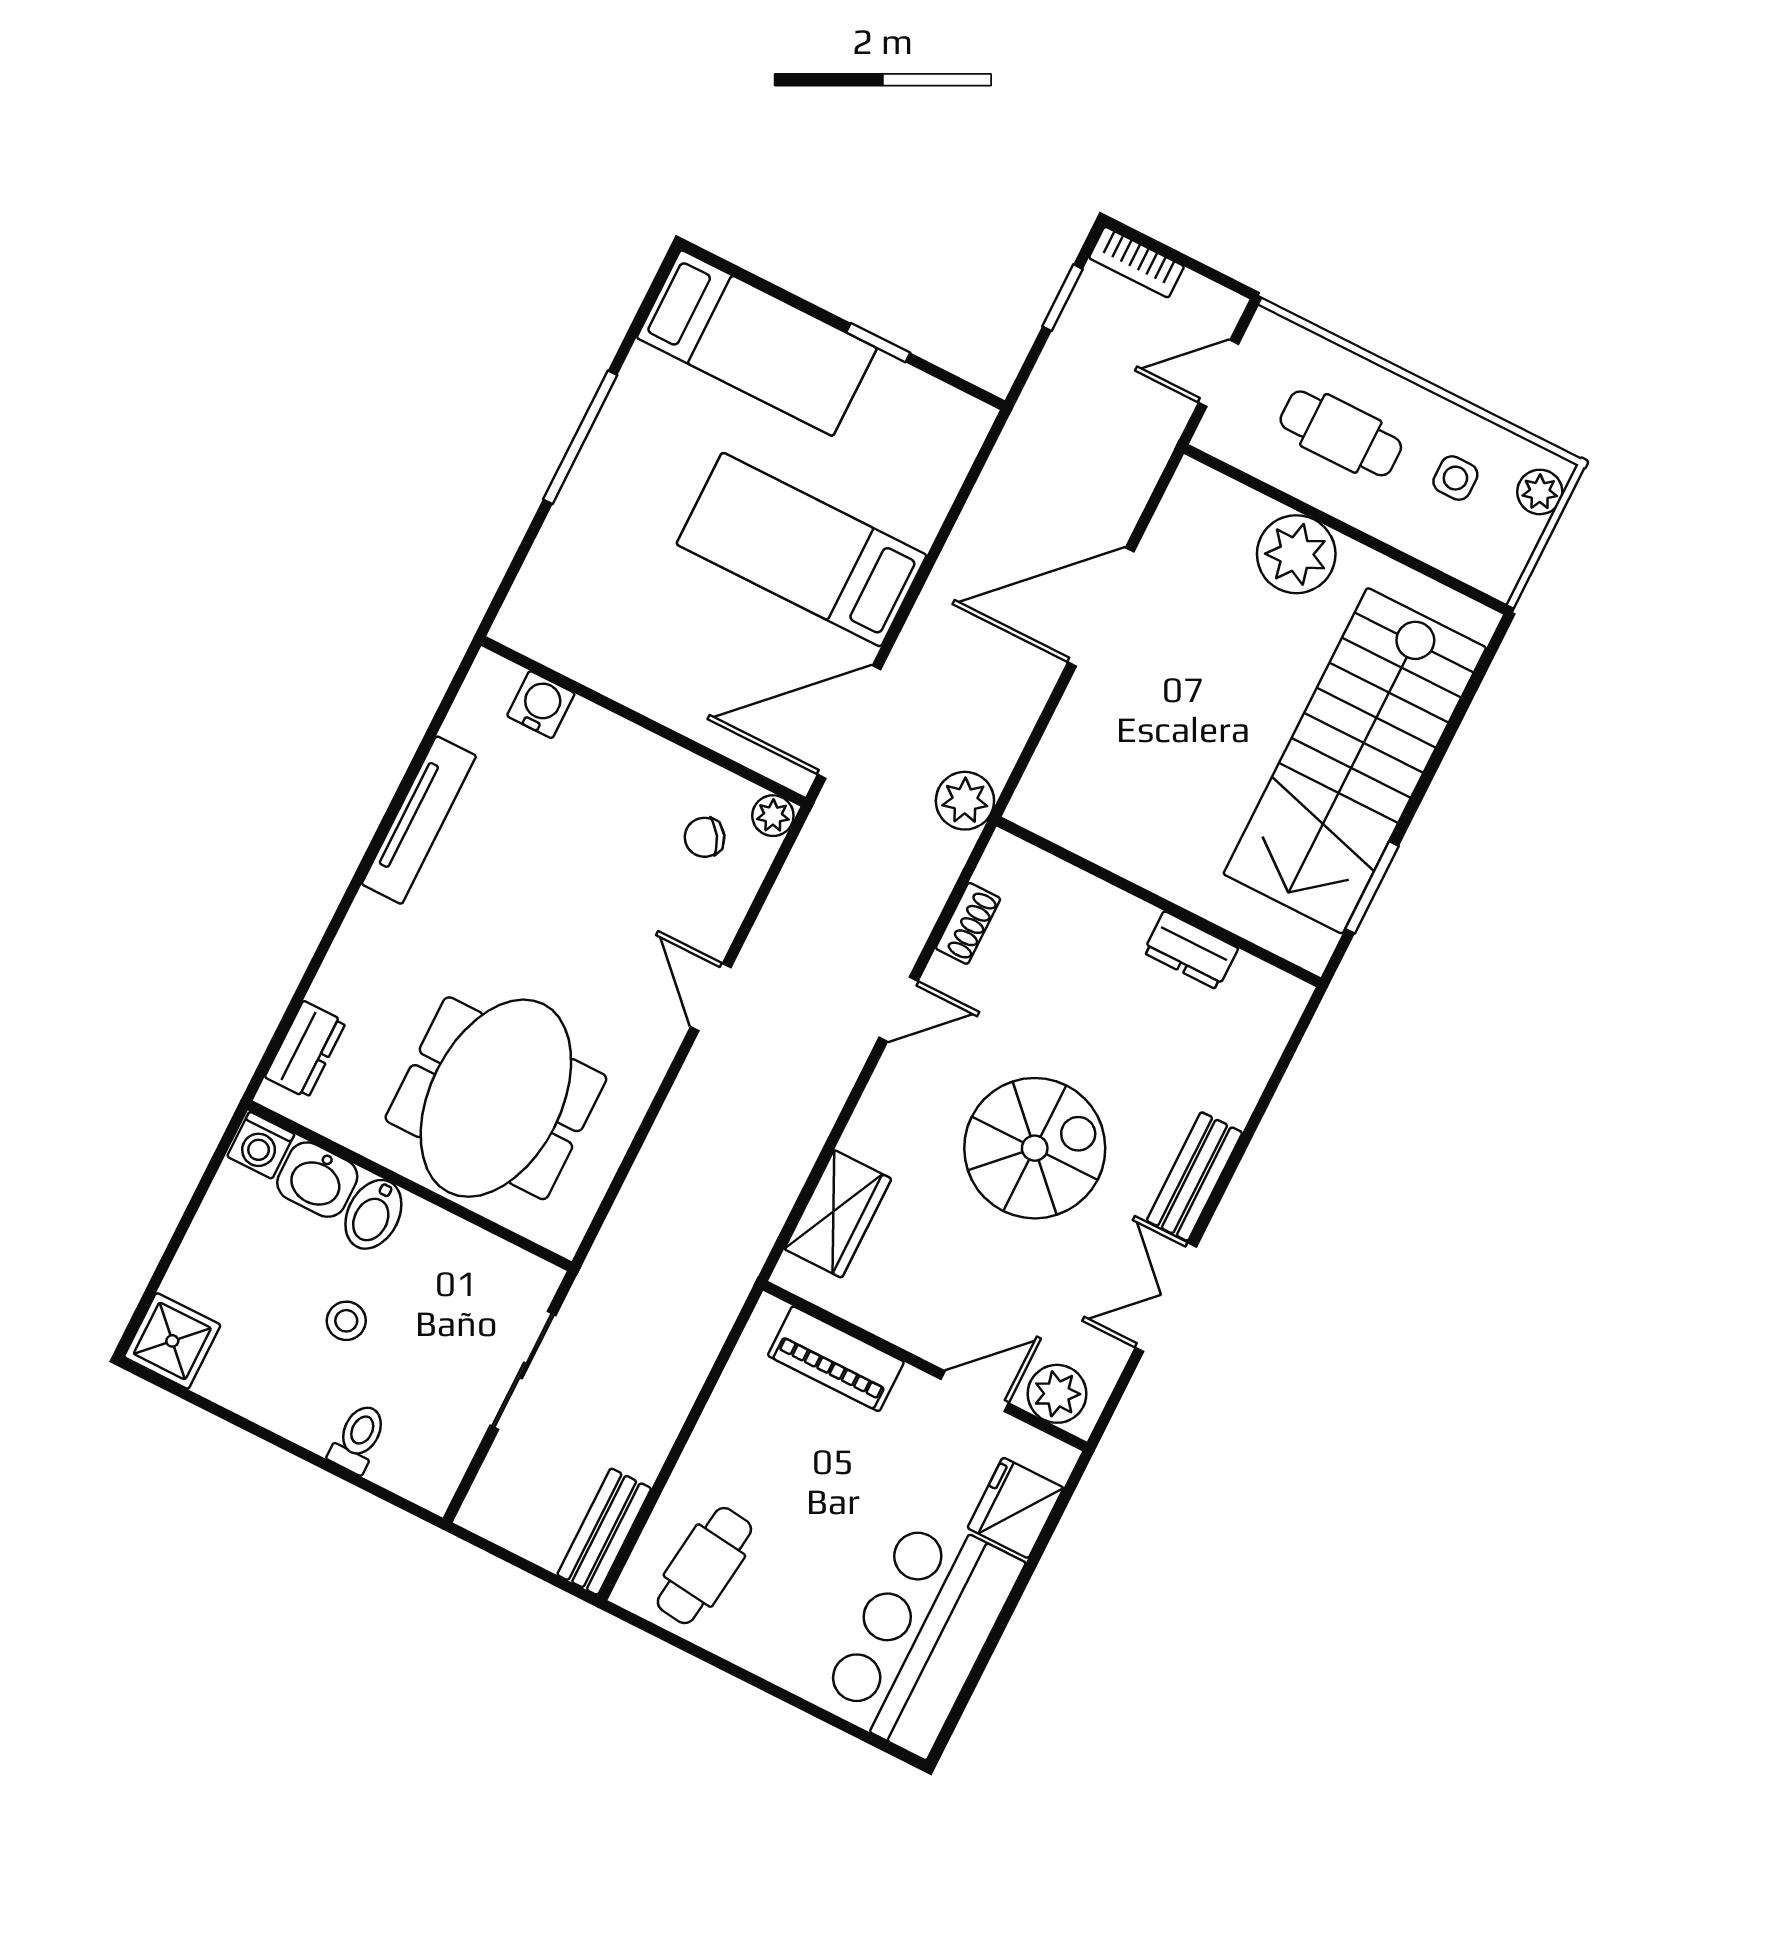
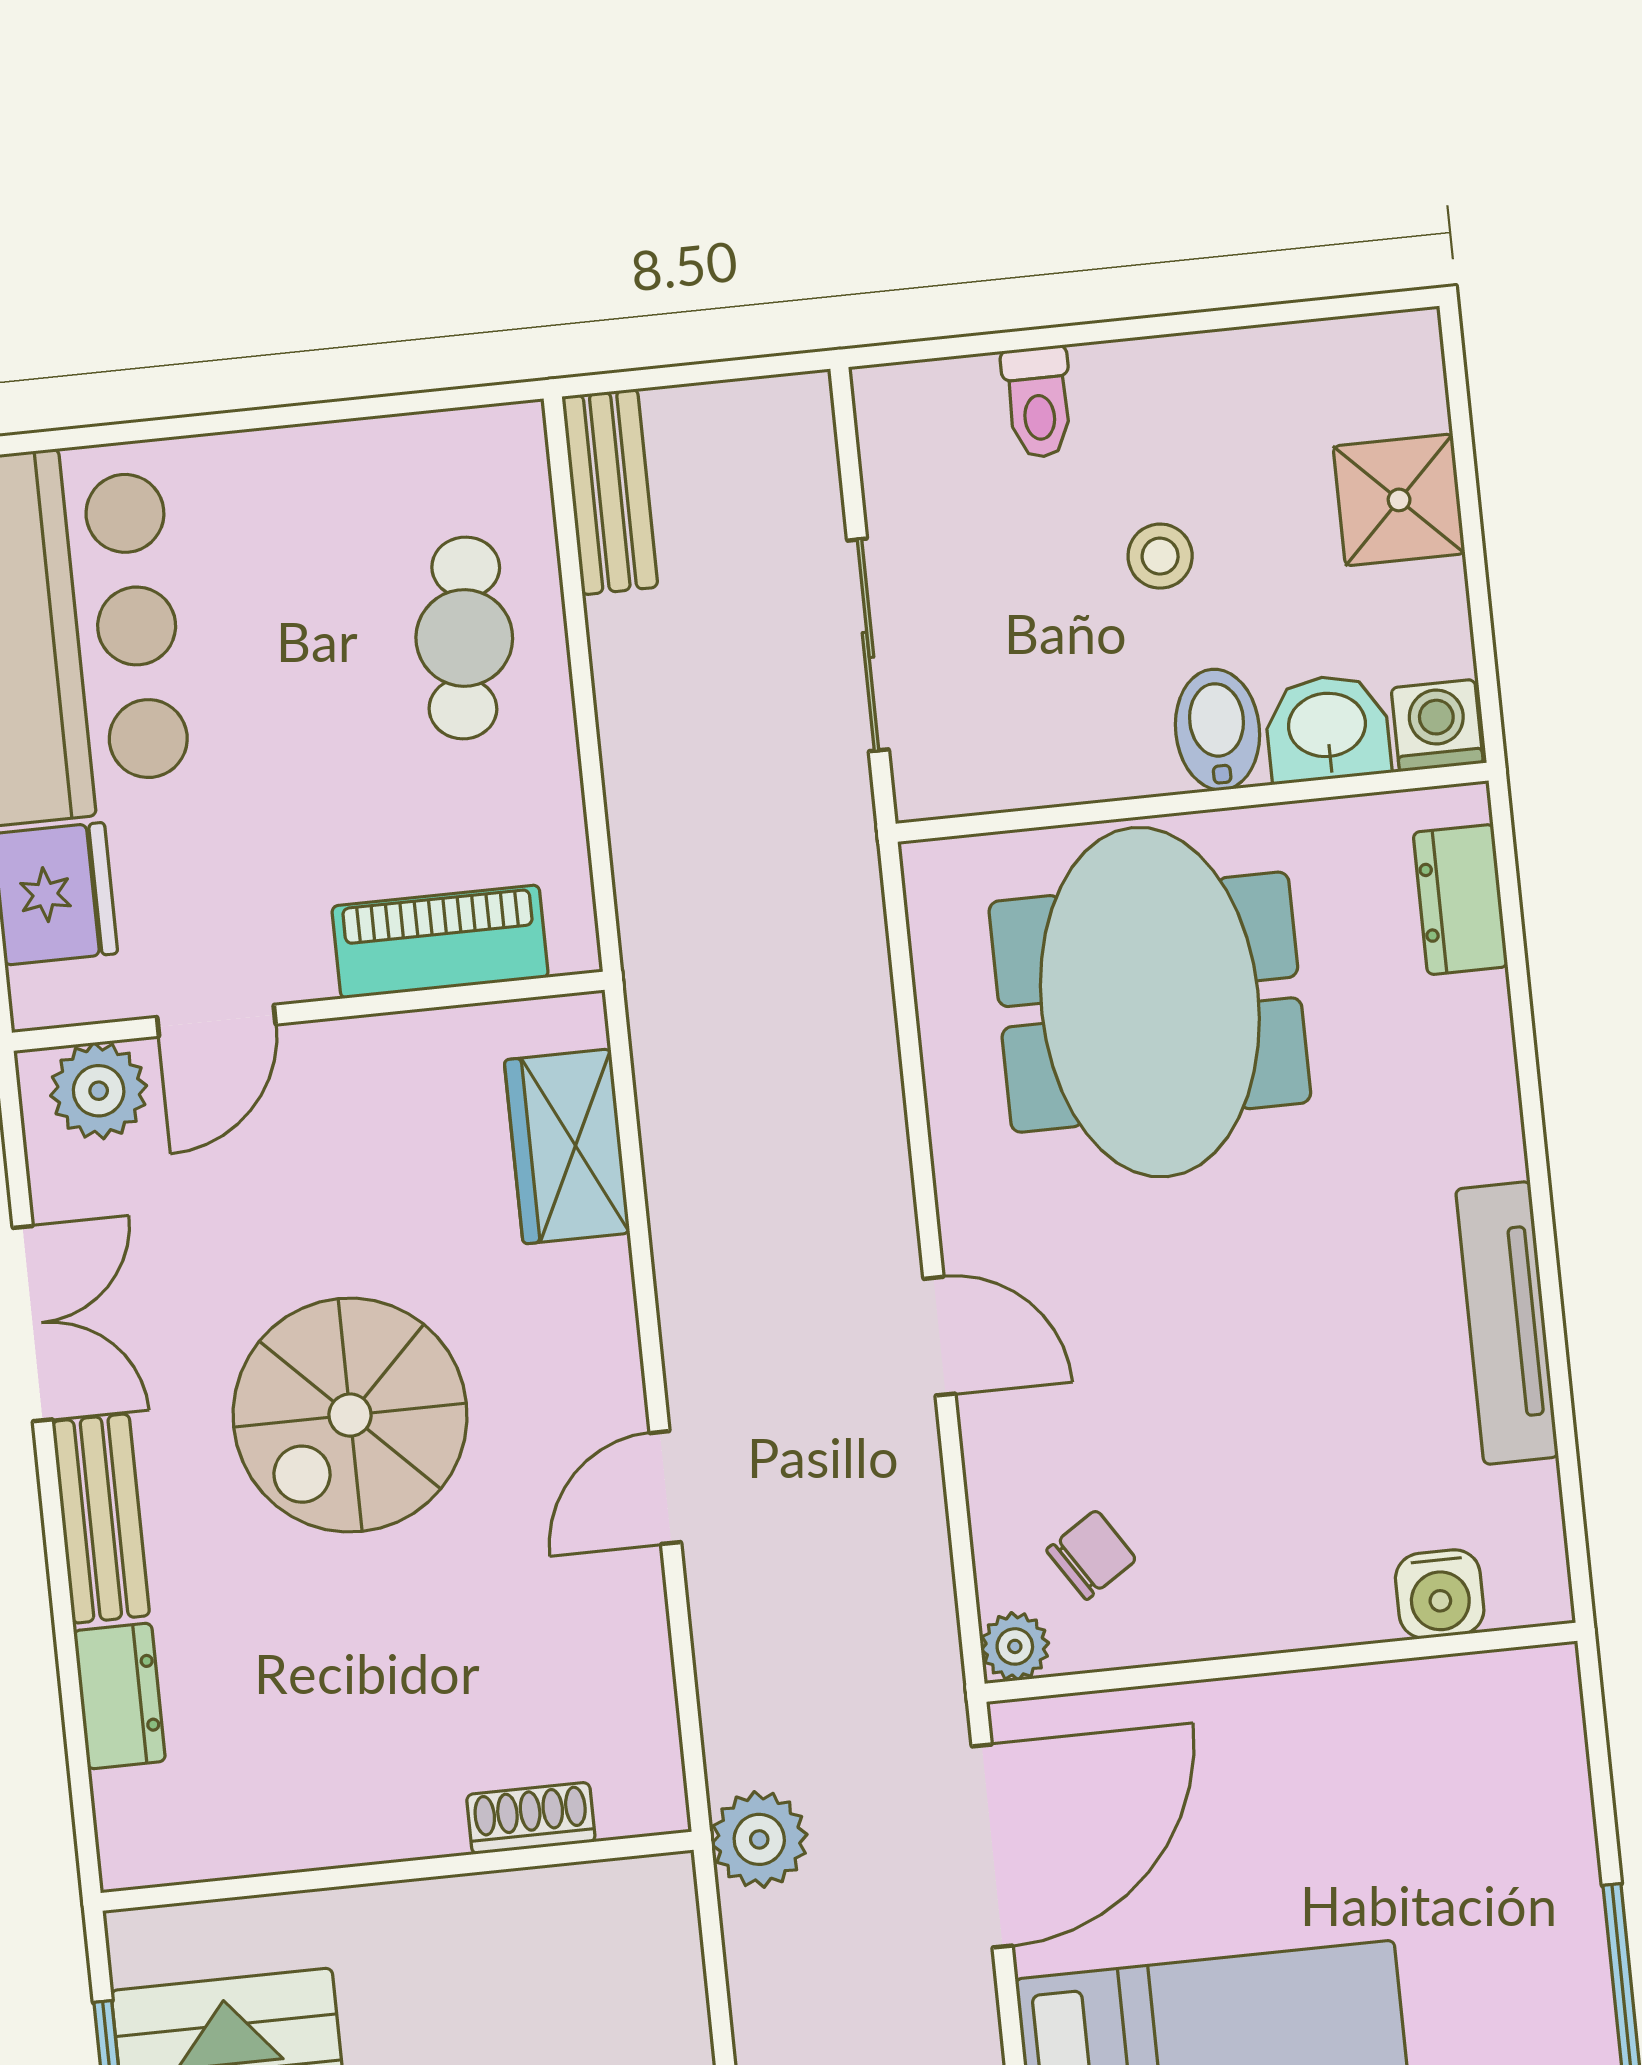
shoe rack: (968, 923) -> (531, 1818), moved, turned 90
dresser: (1191, 950) -> (120, 1696), moved, turned 90
shower: (172, 1341) -> (1399, 500), moved
cafe table: (704, 1566) -> (464, 638), moved

